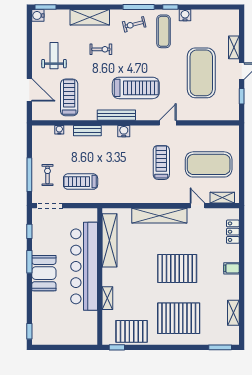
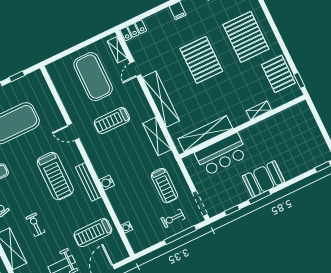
treadmill: (136, 88) -> (55, 176), turned 180
bench: (87, 131) -> (115, 201), removed
water cooler: (124, 131) -> (107, 183), moved
shelving: (128, 196) -> (157, 136), added
locker: (233, 232) -> (133, 30), moved
bar counter: (84, 266) -> (221, 154), width x0.54

